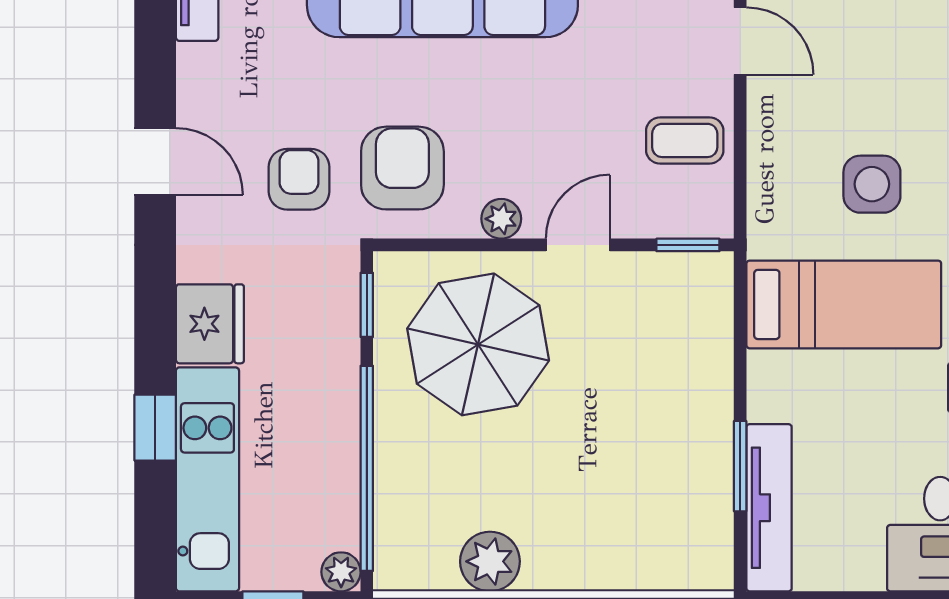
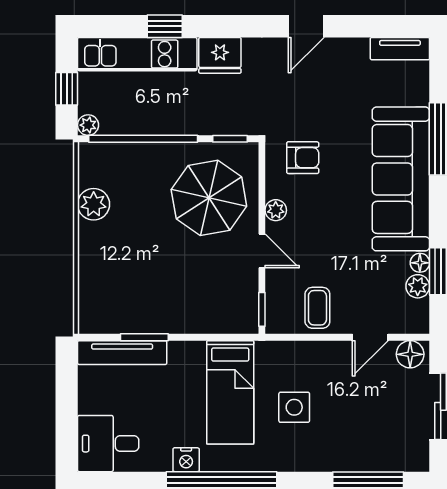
armchair: (402, 168) -> (303, 158), width x0.72, depth x0.72
armchair: (299, 179) -> (297, 103), removed

